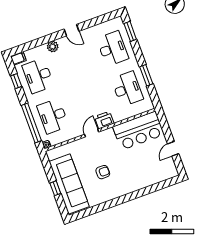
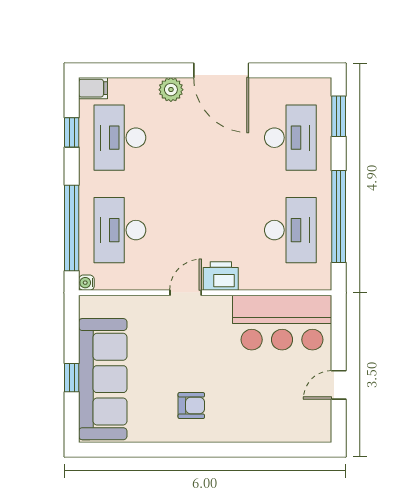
door: (72, 30) -> (221, 70), width x1.88
window: (146, 75) -> (339, 217), width x2.11
armchair: (103, 172) -> (191, 406), moved

